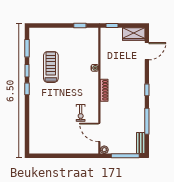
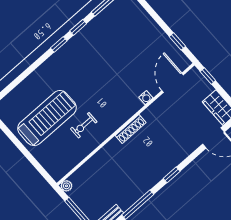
treadmill: (51, 67) -> (47, 118), moved, width x1.37, depth x1.38
door: (99, 132) -> (173, 83), moved

